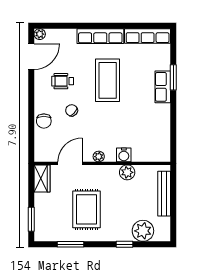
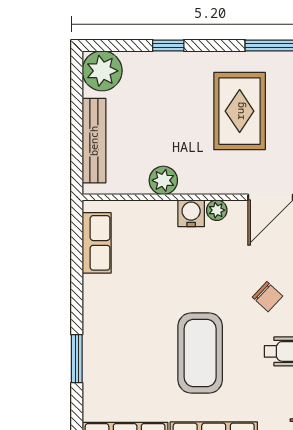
row of seats: (163, 87) -> (97, 243), moved
water cooler: (124, 155) -> (191, 213), moved
plant: (143, 231) -> (102, 71), moved

